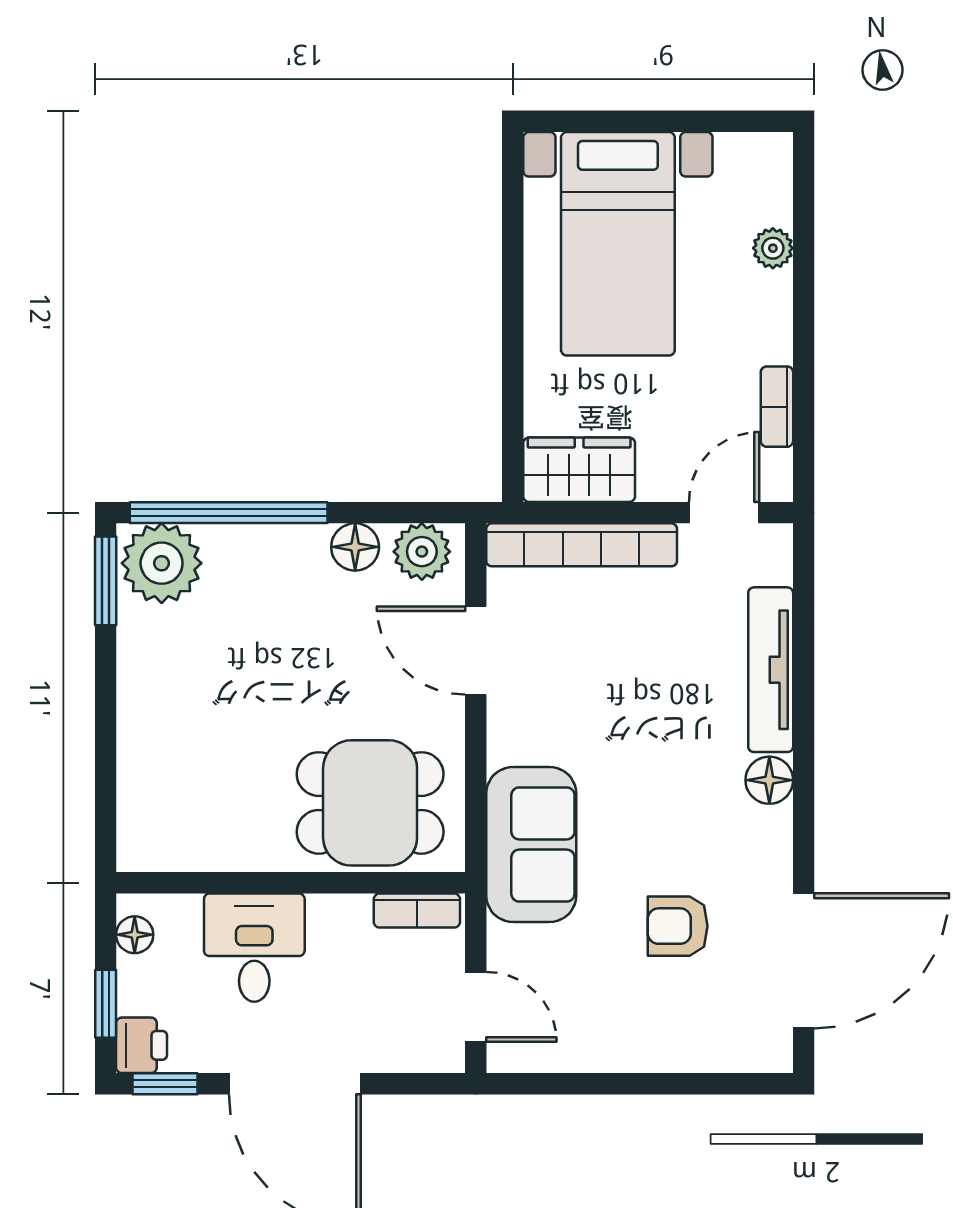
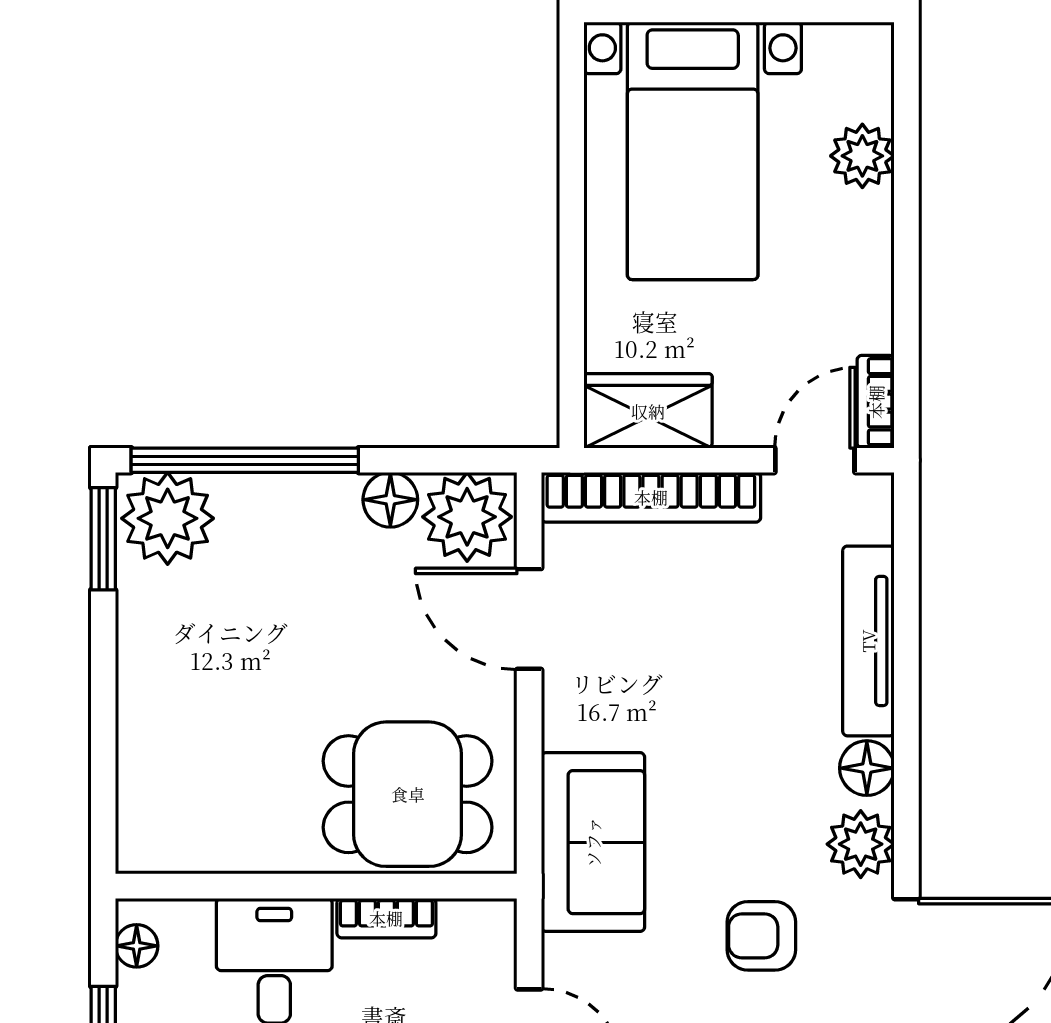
plant: (773, 248) -> (862, 156), width x1.38, depth x1.38
bookcase: (777, 407) -> (876, 402), moved
plant: (422, 552) -> (467, 517), width x1.36, depth x1.36
plant: (764, 846) -> (861, 844), added
bookcase: (417, 911) -> (386, 918), moved

